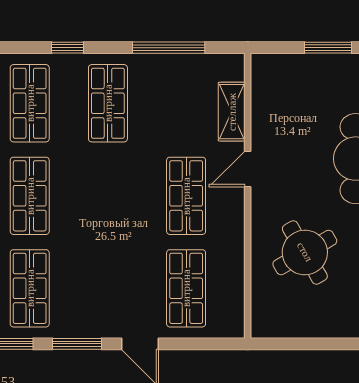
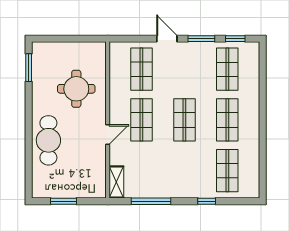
shop shelf: (108, 103) -> (184, 120), moved
shelving: (232, 112) -> (116, 182), moved
round table: (305, 252) -> (76, 89), turned 30

